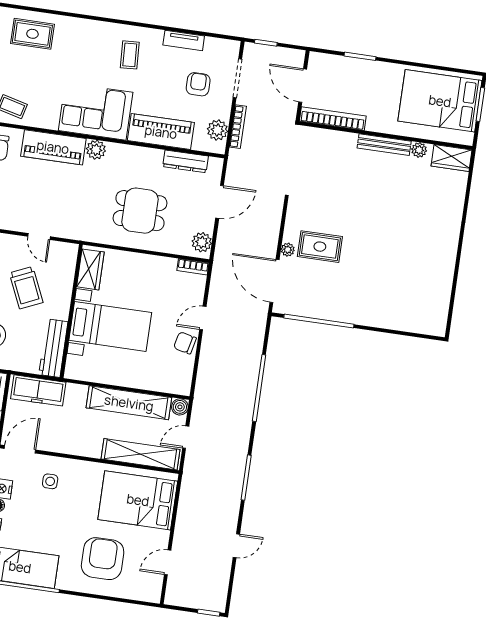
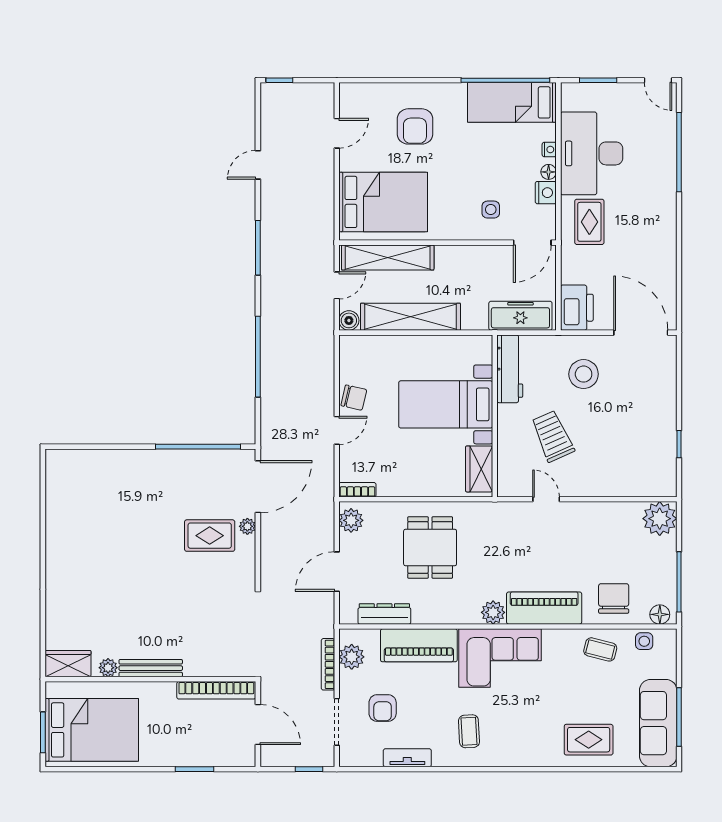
dining table: (140, 211) -> (430, 548), turned 90
door: (274, 281) -> (258, 487), hinge flipped
armchair: (103, 559) -> (415, 126), width x0.73, depth x0.73

